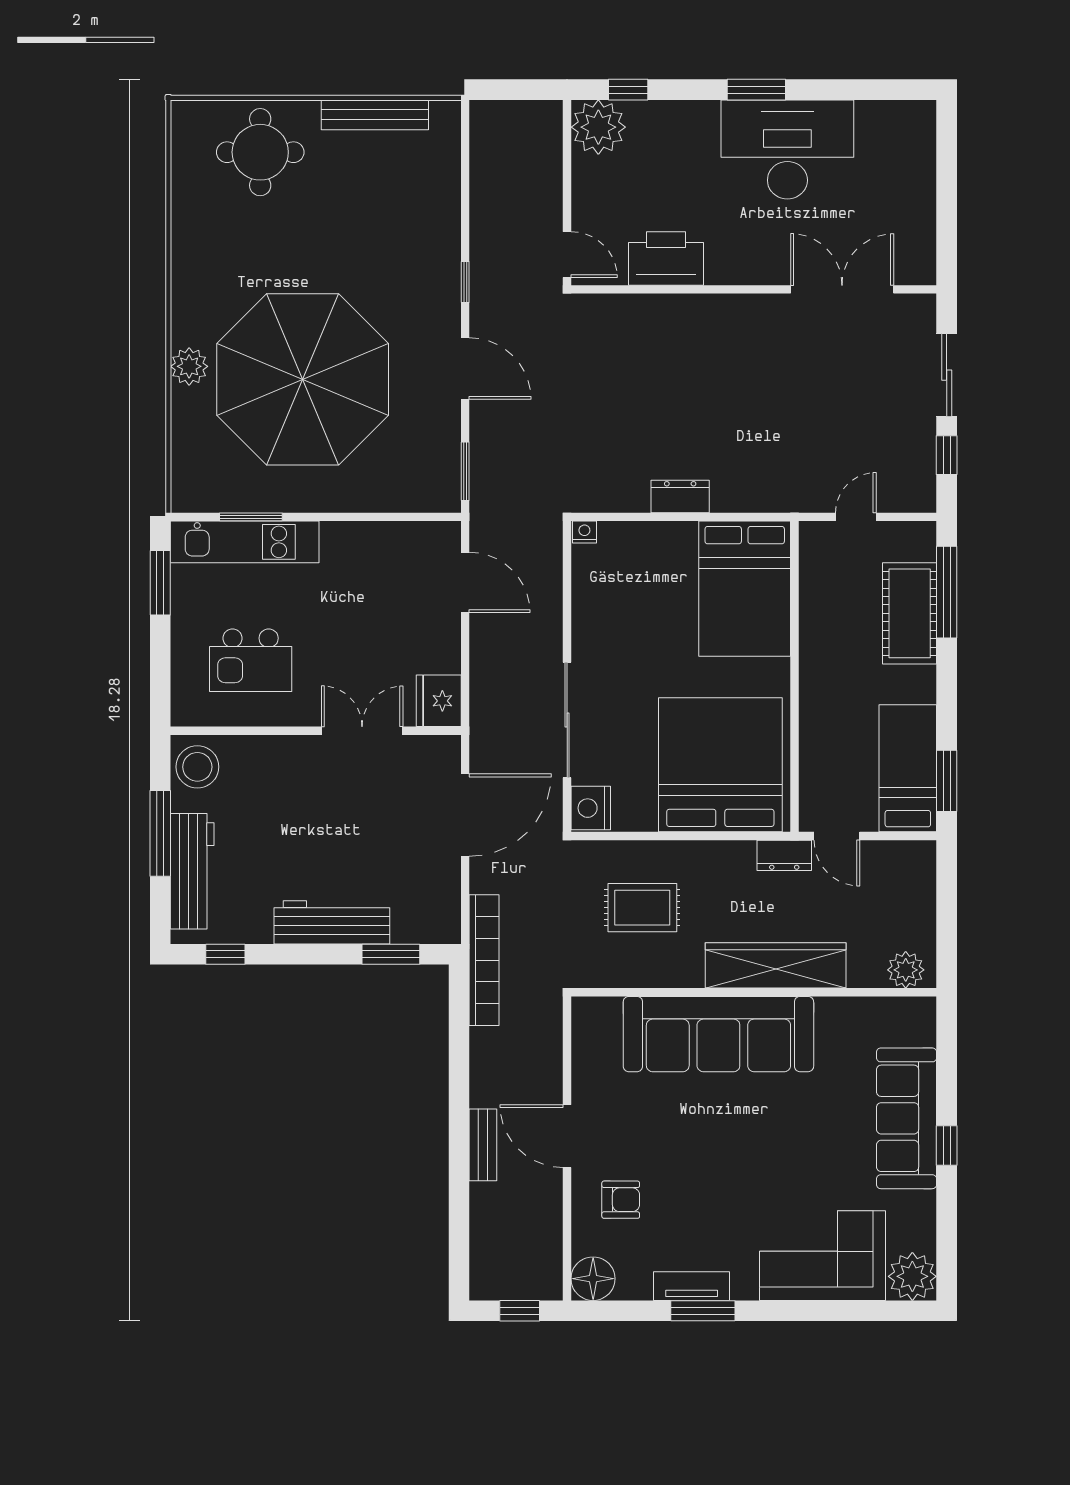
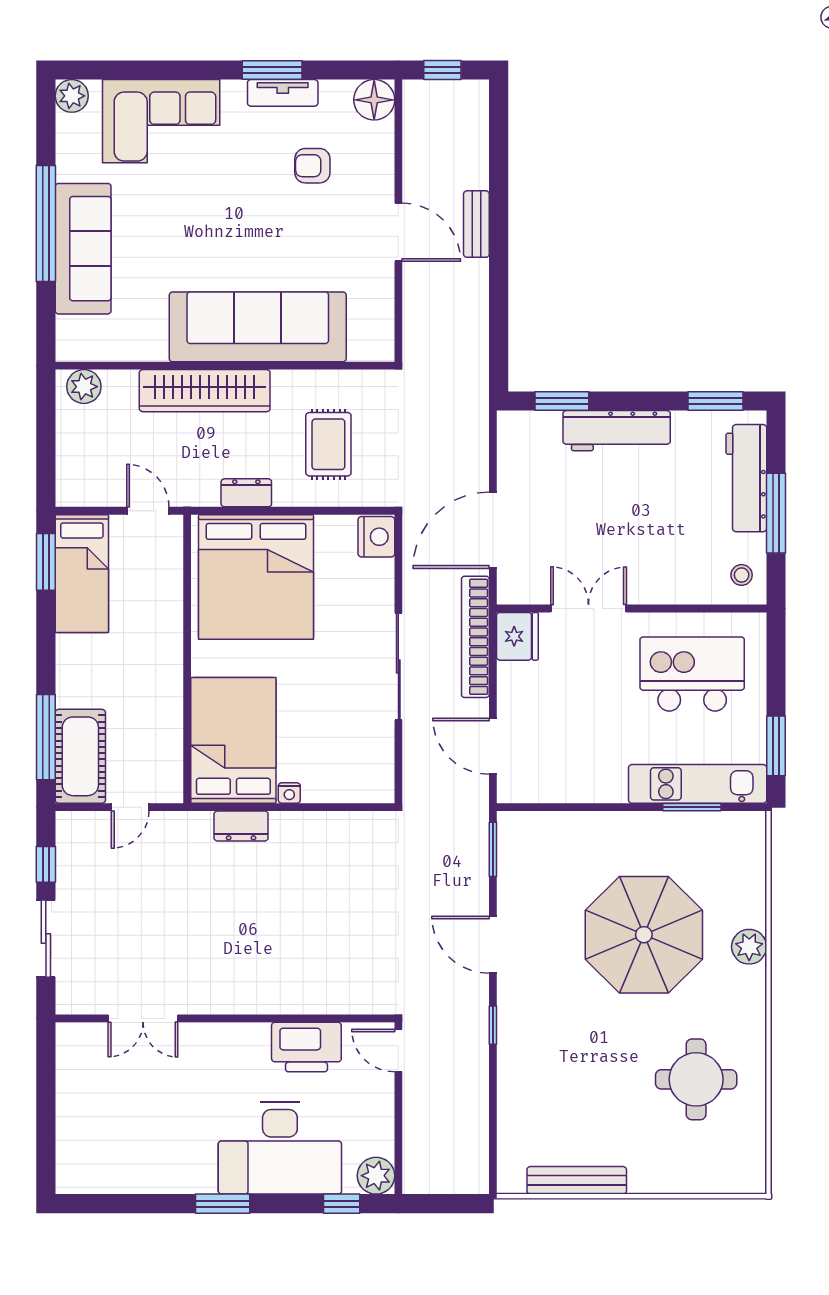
plant: (598, 127) -> (376, 1176), width x0.73, depth x0.73
desk: (787, 149) -> (280, 1148), moved
round table: (260, 152) -> (696, 1079), moved
double door: (842, 289) -> (143, 1018), width x0.73
parasol: (303, 379) -> (644, 935), width x0.73, depth x0.73
dresser: (680, 496) -> (241, 826), moved
nightstand: (584, 532) -> (289, 793), moved
cot: (910, 613) -> (80, 756), moved
kitchen island: (251, 660) -> (692, 674), width x1.37, depth x1.28
sliding door: (567, 720) -> (398, 667), moved
double door: (362, 731) -> (589, 608), swing flipped
stool: (197, 767) -> (742, 575), width x0.53, depth x0.53
dresser: (784, 855) -> (246, 493), moved
rug: (642, 908) -> (328, 444), turned 90
window: (225, 954) -> (716, 401), width x1.50
bookcase: (484, 960) -> (475, 637), moved
window: (947, 1146) -> (46, 223), width x3.17
armchair: (621, 1200) -> (312, 166), moved
plant: (912, 1276) -> (72, 96), width x0.73, depth x0.73

